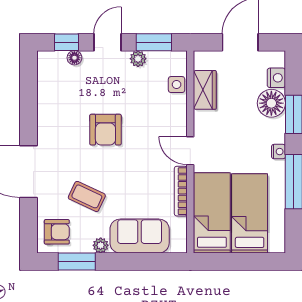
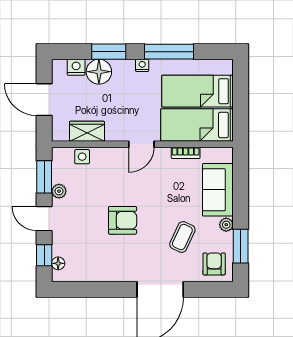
floor lamp: (74, 58) -> (58, 263), moved
bookcase: (181, 191) -> (186, 153), width x0.64

